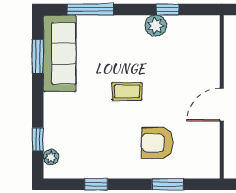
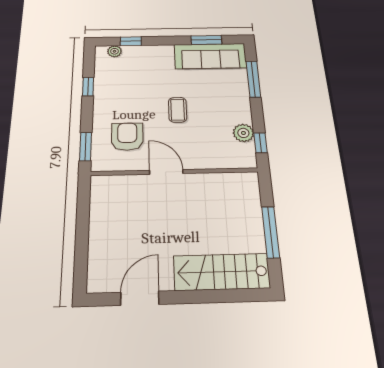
wall: (222, 97) -> (174, 172), moved
door: (222, 105) -> (166, 172), moved

